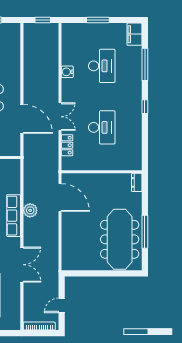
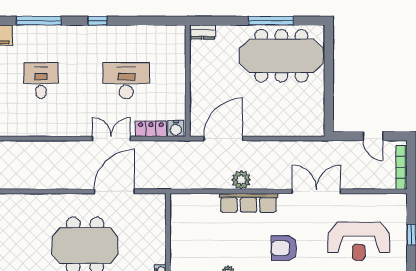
desk: (102, 66) -> (41, 81), width x0.73
water cooler: (67, 72) -> (176, 128), moved

